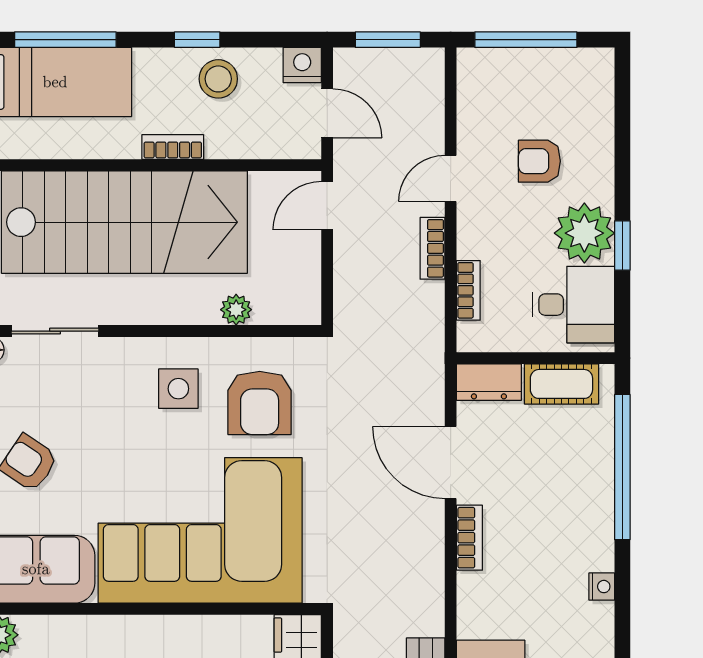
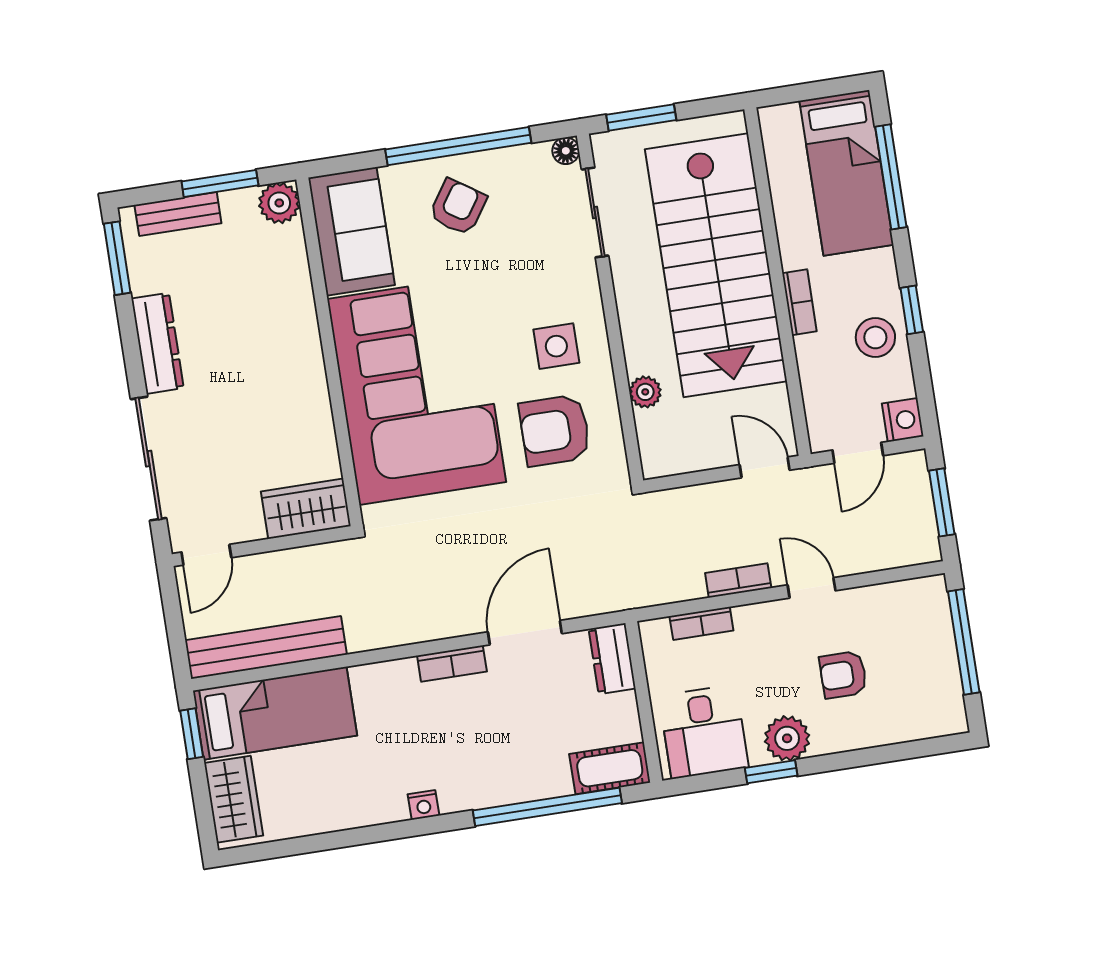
armchair: (539, 161) -> (843, 675), turned -90
plant: (584, 233) -> (787, 738), width x0.73, depth x0.73
cot: (561, 384) -> (610, 768), moved, turned 90

